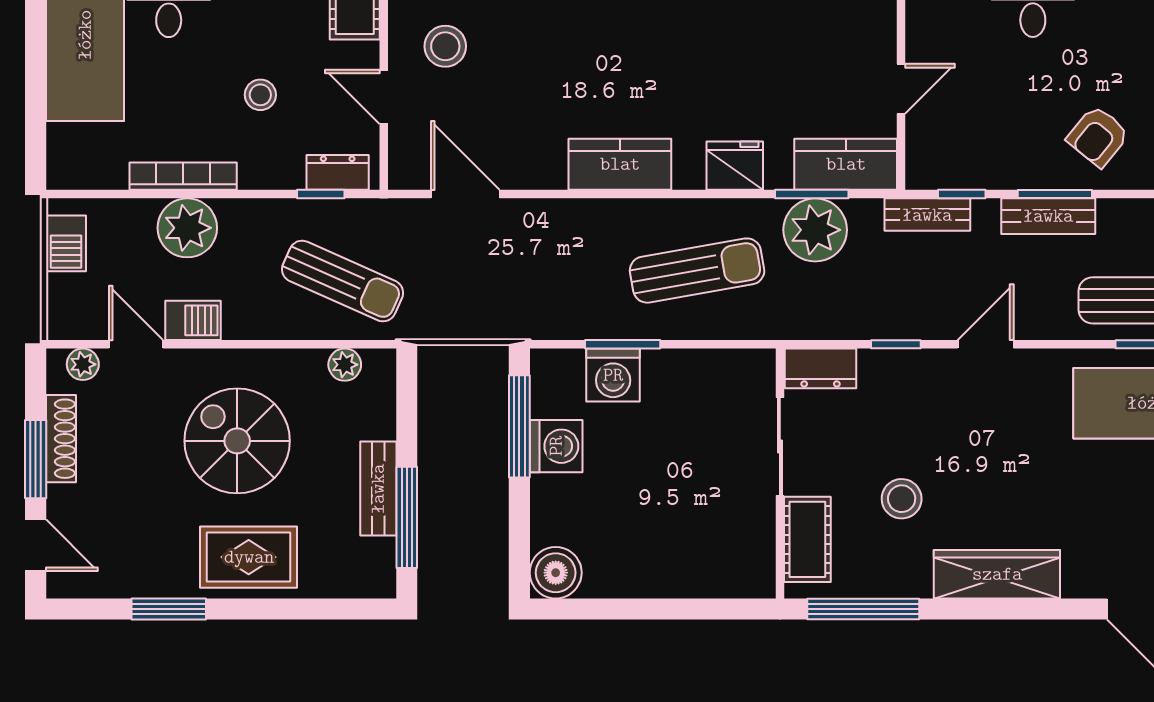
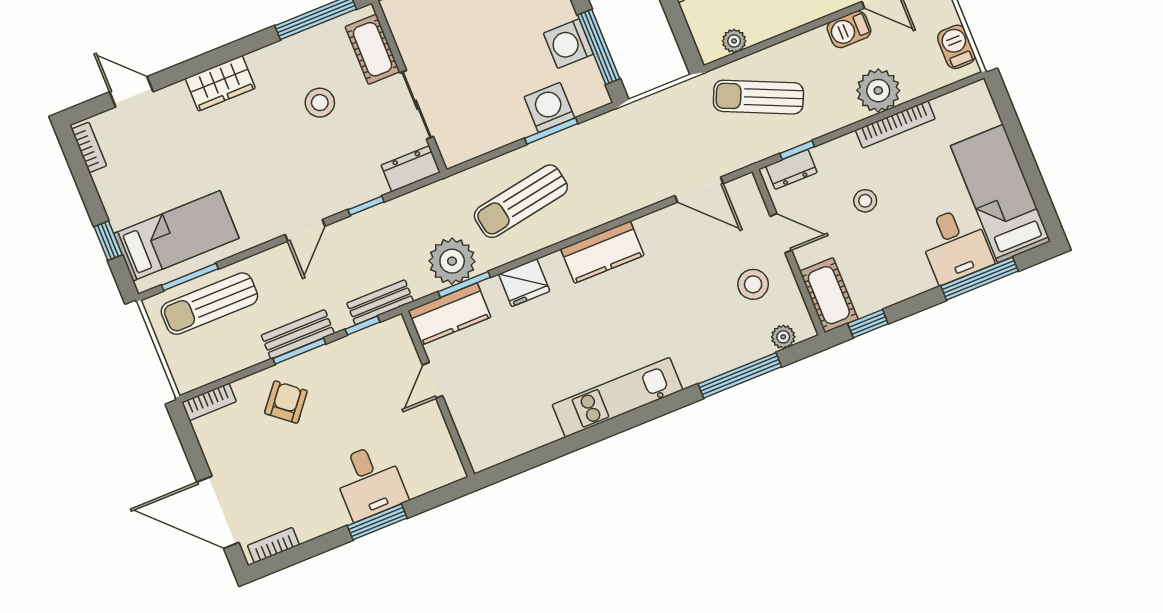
wardrobe: (997, 574) -> (220, 83), width x0.67

